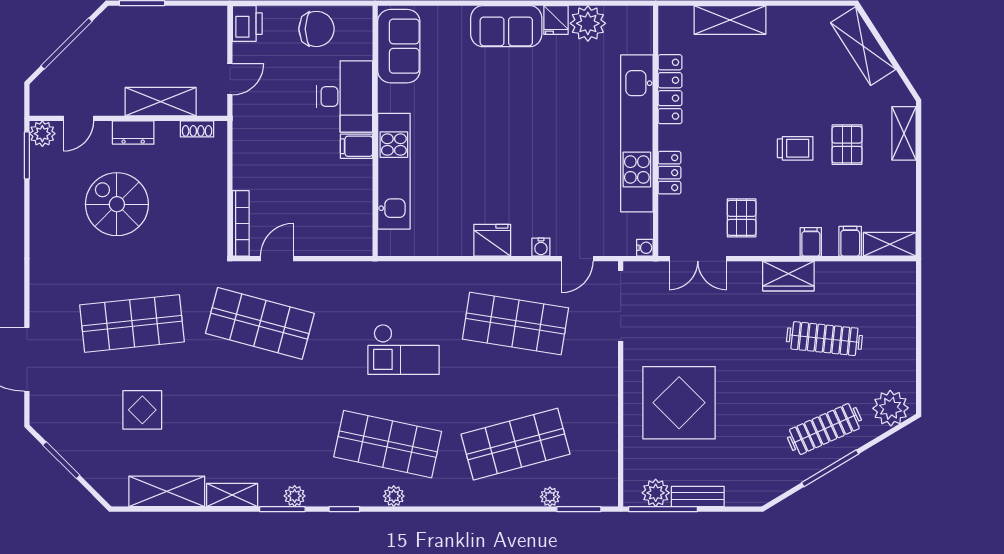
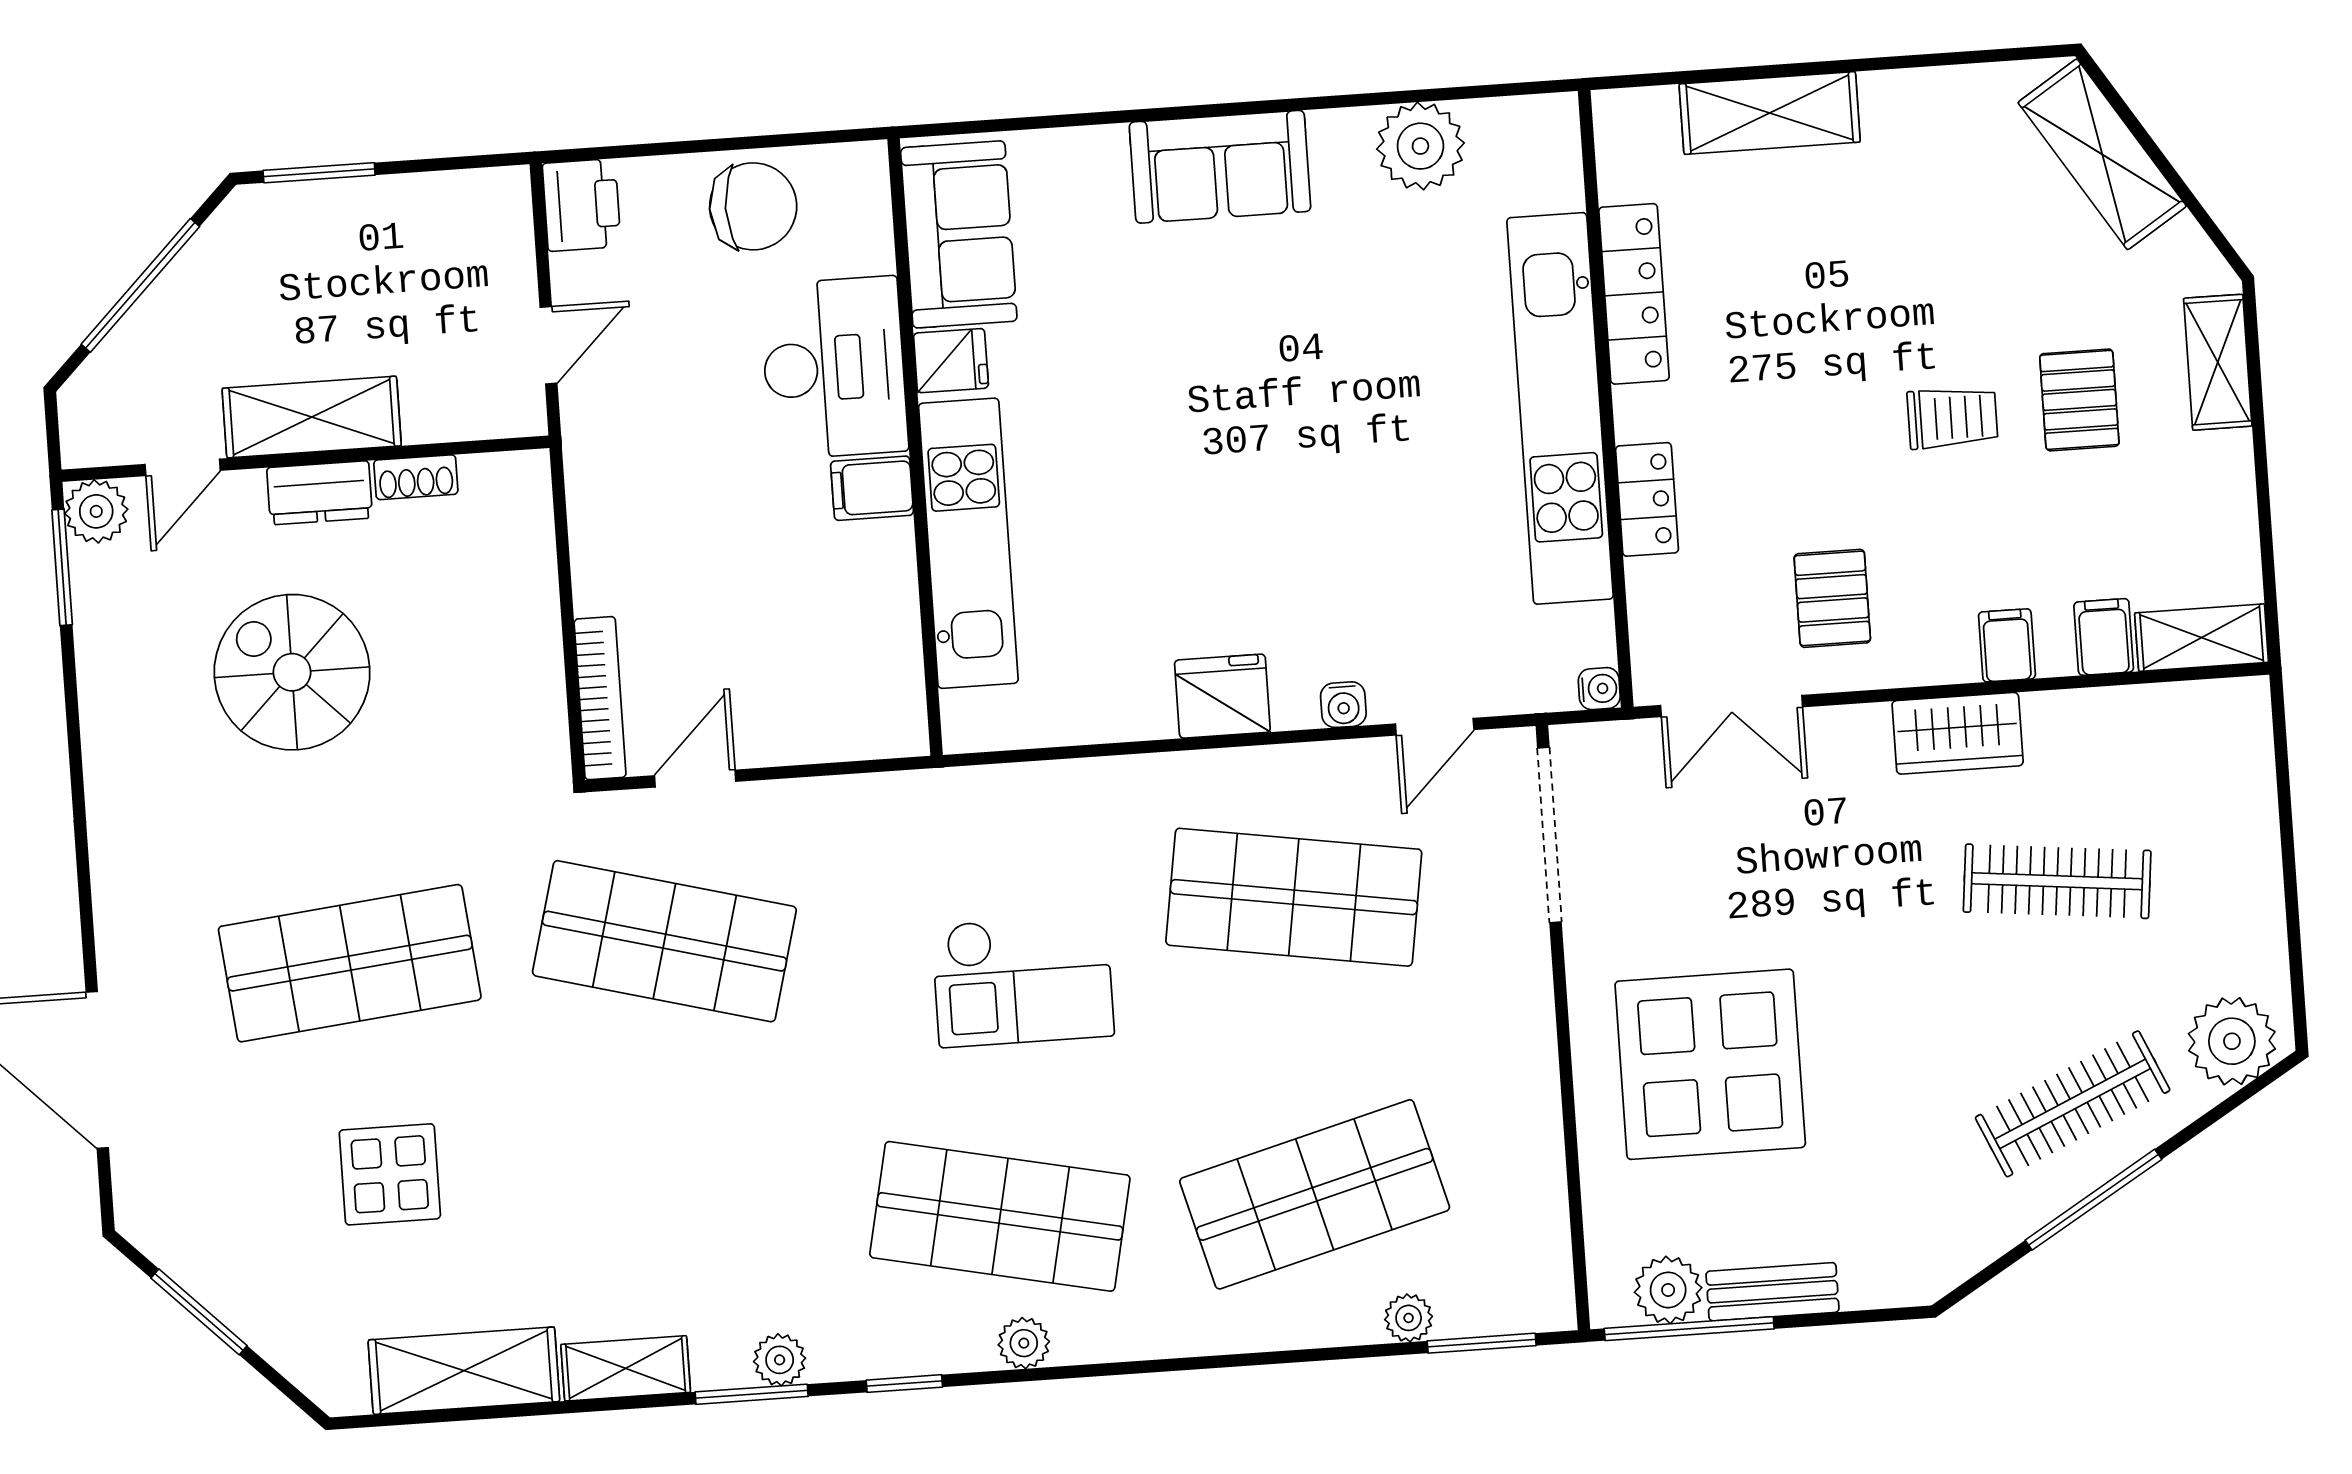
fridge: (556, 20) -> (951, 361), moved, turned -90
shelving: (161, 102) -> (312, 417), moved
shoe rack: (197, 129) -> (416, 477), moved

